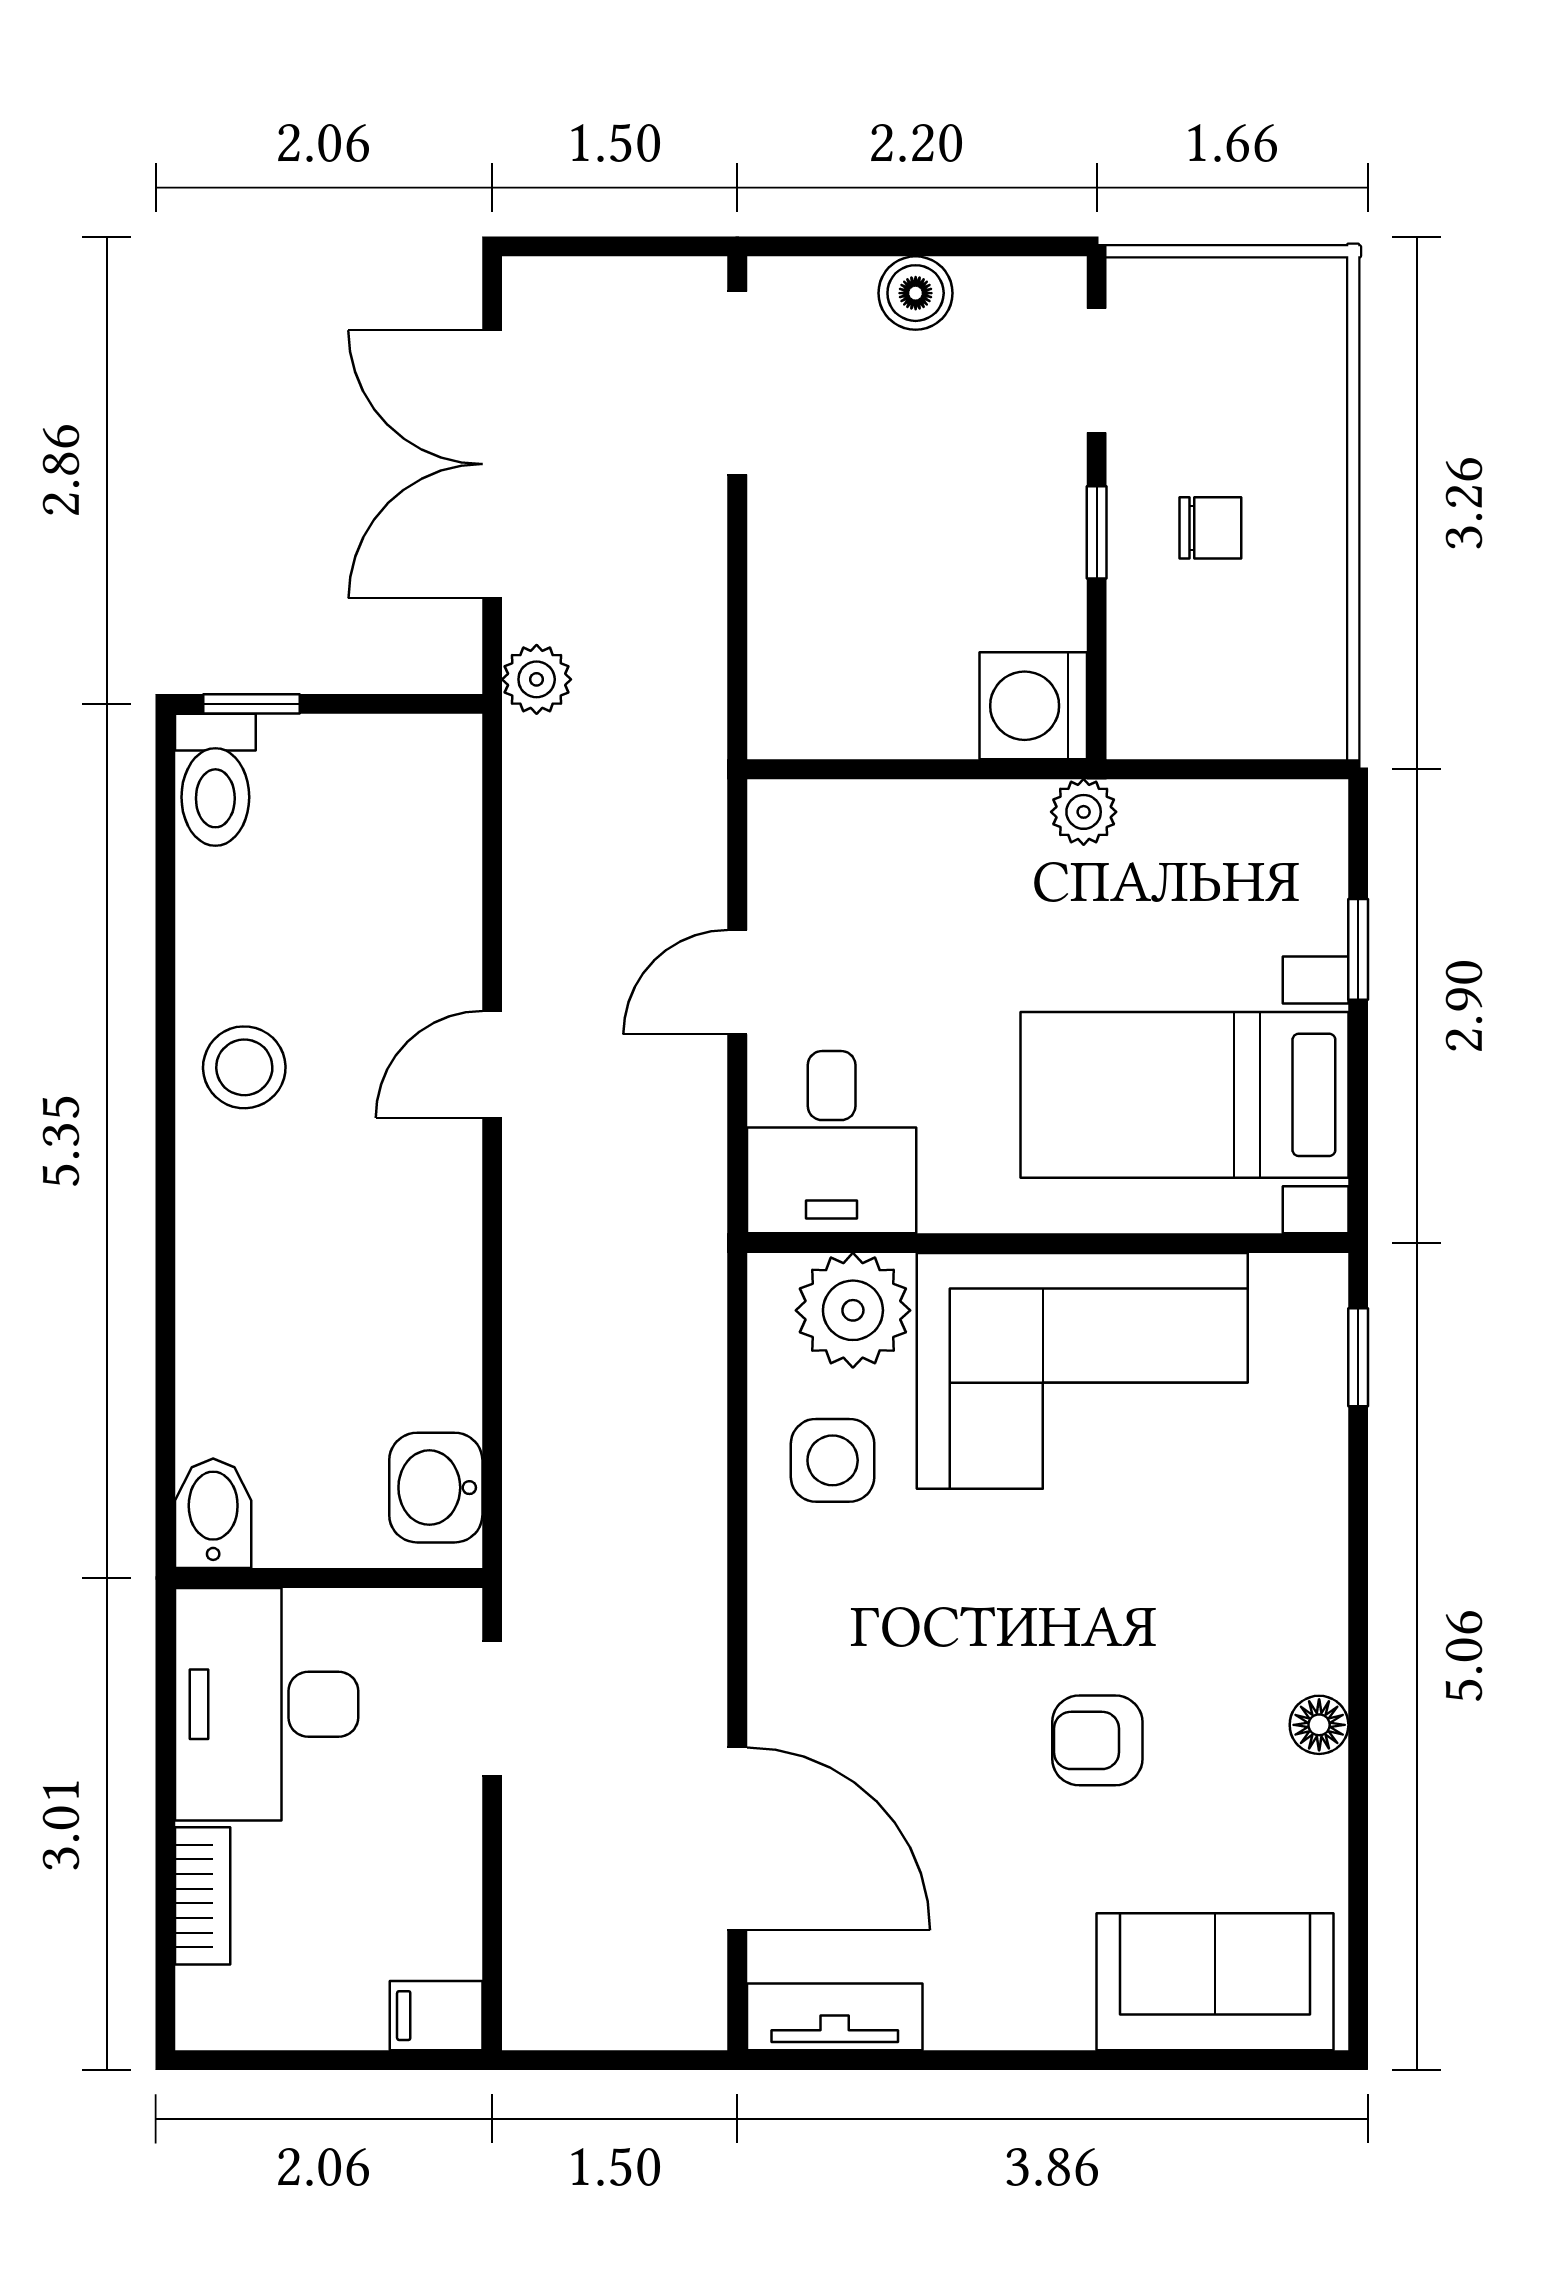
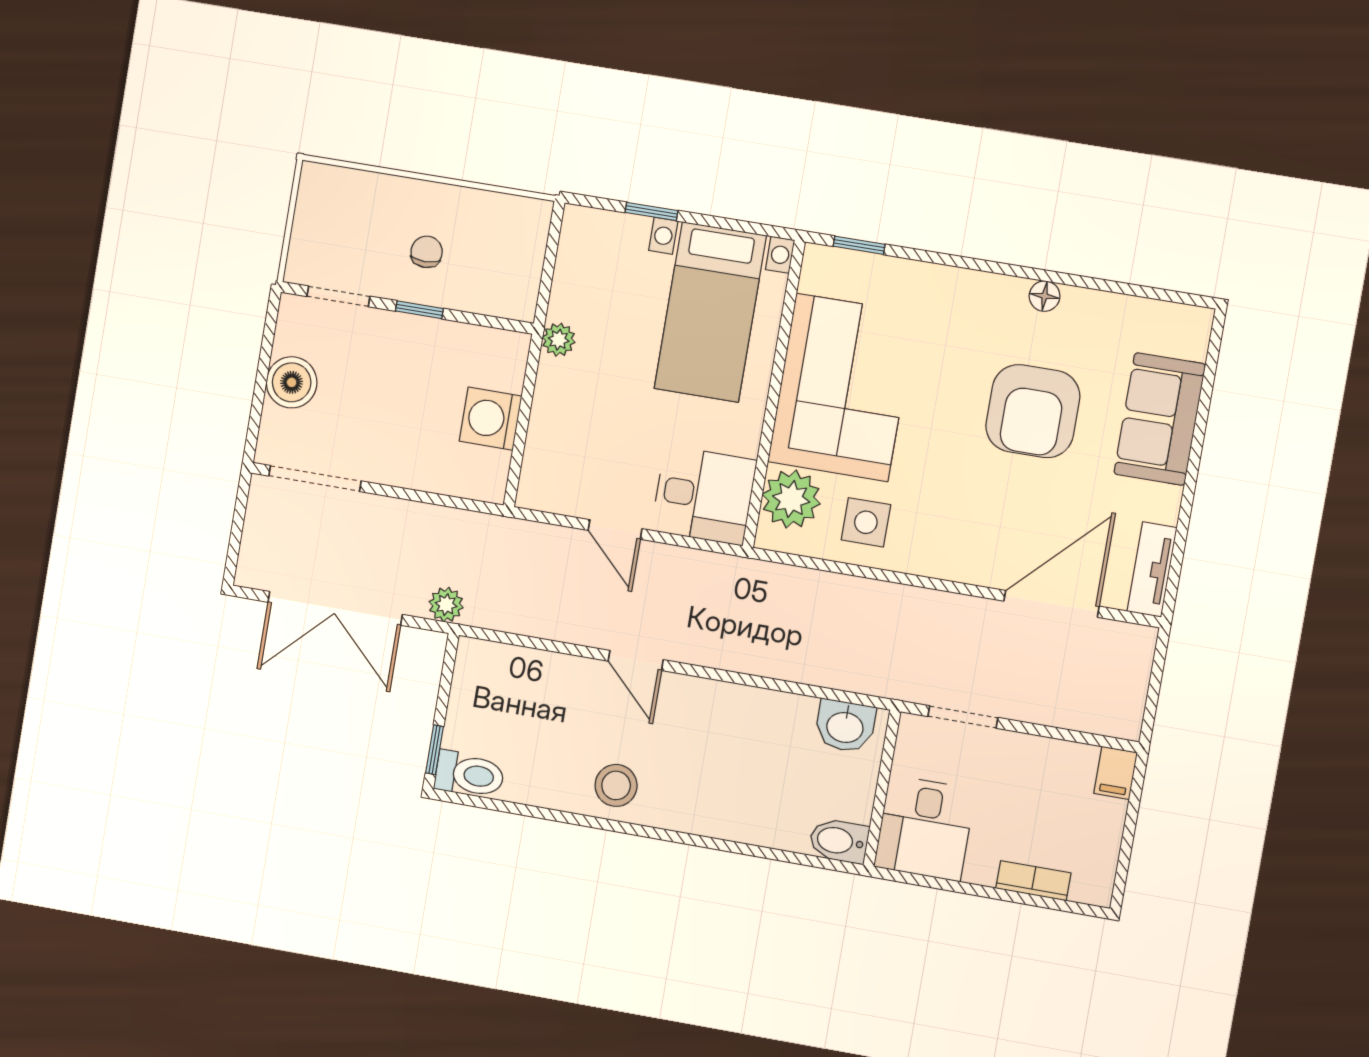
boiler: (916, 293) -> (292, 382), width x1.36, depth x1.36
washing machine: (1033, 706) -> (491, 419), moved, turned 90
desk: (267, 1704) -> (925, 828), width x0.73
armchair: (1097, 1740) -> (1033, 411), width x1.88, depth x1.88
sofa: (1215, 1982) -> (1160, 419), moved

